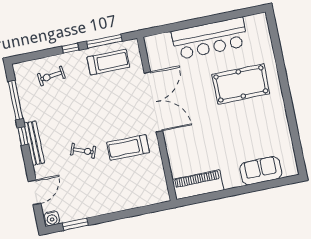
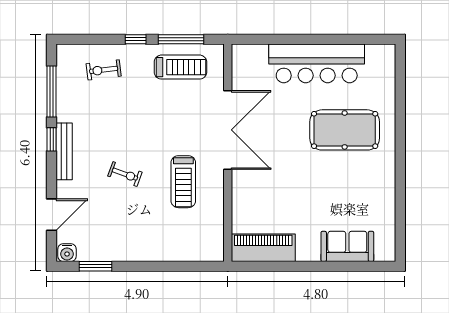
treadmill: (128, 147) -> (183, 182), turned -90

